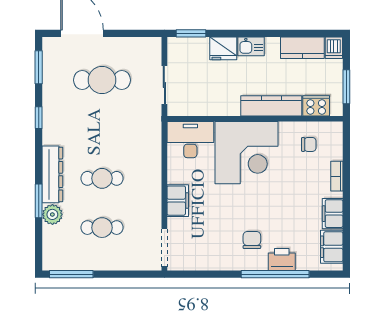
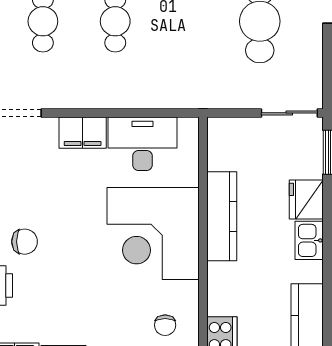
sliding door: (164, 85) -> (289, 113), moved
kitchen counter: (271, 106) -> (222, 216), moved
desk: (190, 140) -> (142, 144), moved, turned -90

